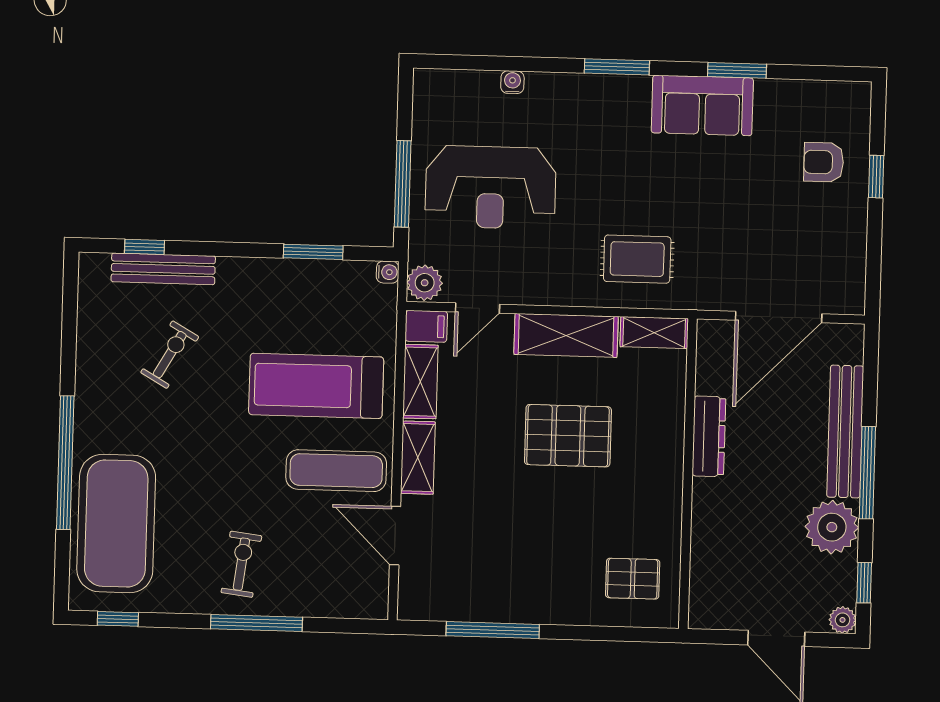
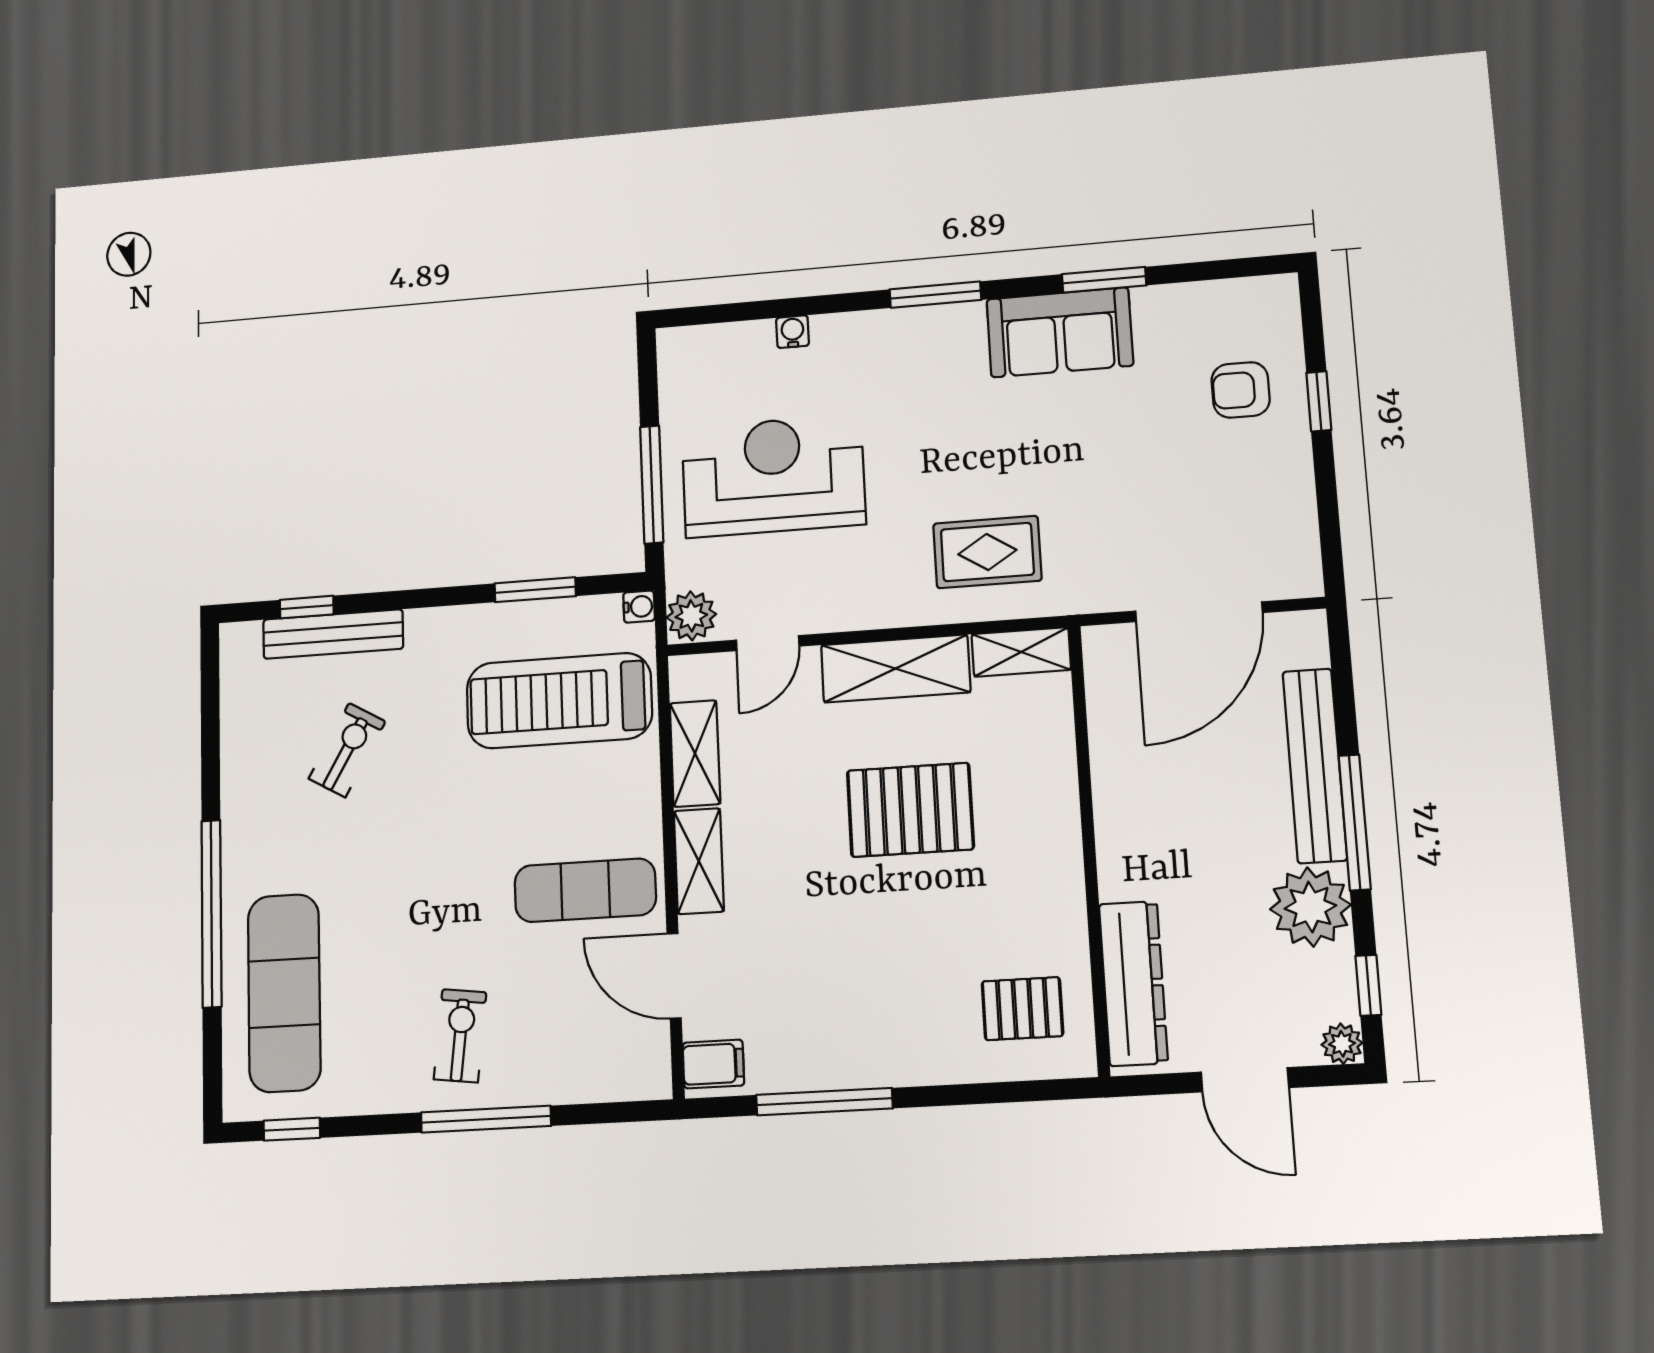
reception desk: (491, 187) -> (773, 476), turned 180
filing cabinet: (426, 326) -> (713, 1064), moved
treadmill: (316, 386) -> (559, 701), moved
dresser: (709, 436) -> (1133, 983), moved, width x1.37, depth x1.24
exercise mat: (116, 523) -> (284, 993), width x0.68

